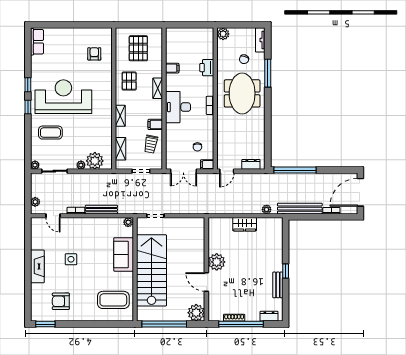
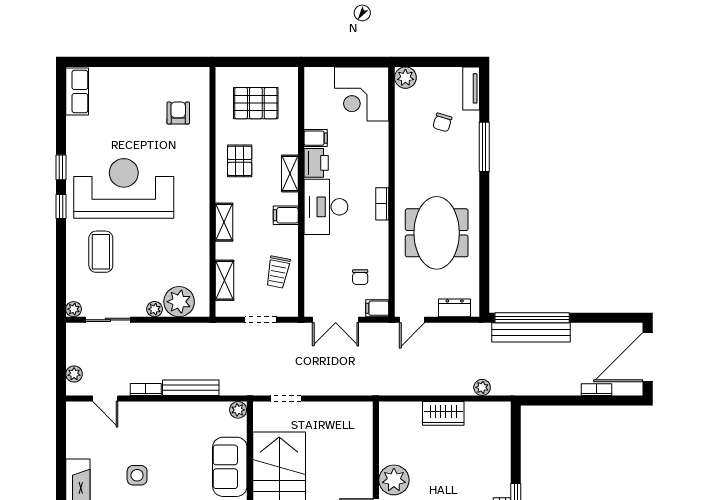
corner desk: (198, 43) -> (362, 94), added
pallet: (138, 48) -> (256, 103), turned 90
printer: (207, 68) -> (316, 163), moved, turned 180
meeting table: (242, 93) -> (437, 233), moved
filing cabinet: (155, 124) -> (286, 215), moved
coffee table: (50, 133) -> (101, 252), turned 90
bench: (300, 209) -> (531, 332), moved

